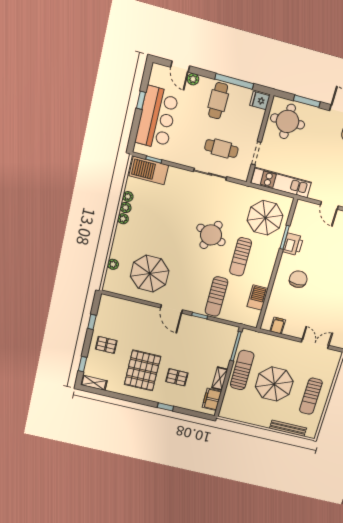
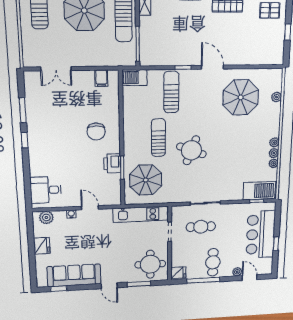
barbecue: (257, 298) -> (135, 78), moved, turned 90

